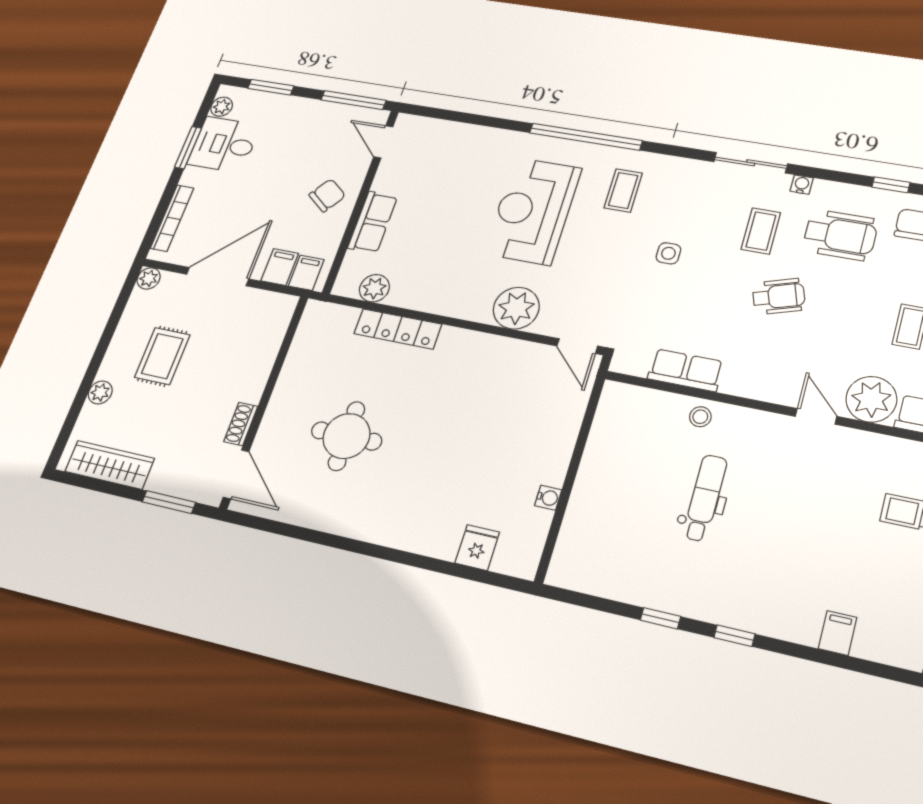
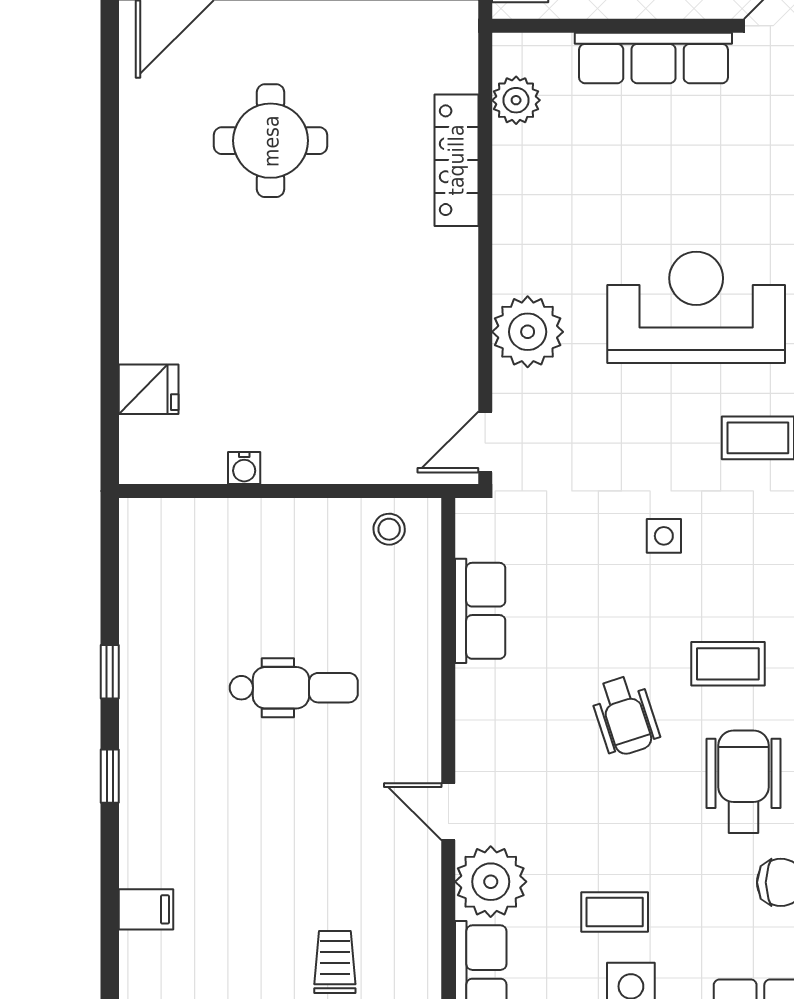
row of seats: (373, 222) -> (653, 58), width x1.48
wheelchair: (840, 235) -> (744, 782), turned 180
door: (816, 416) -> (448, 812), swing flipped
stool: (700, 417) -> (389, 529), moved

